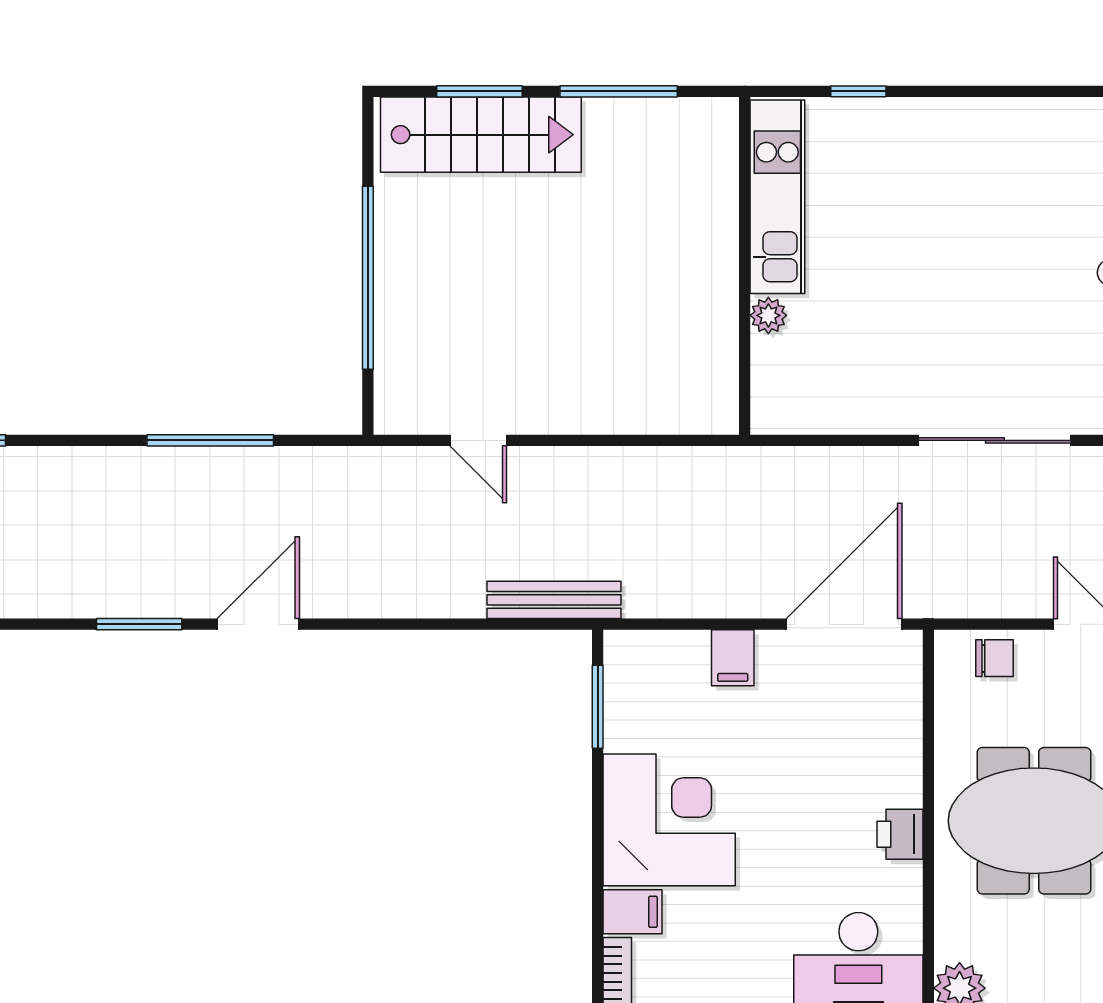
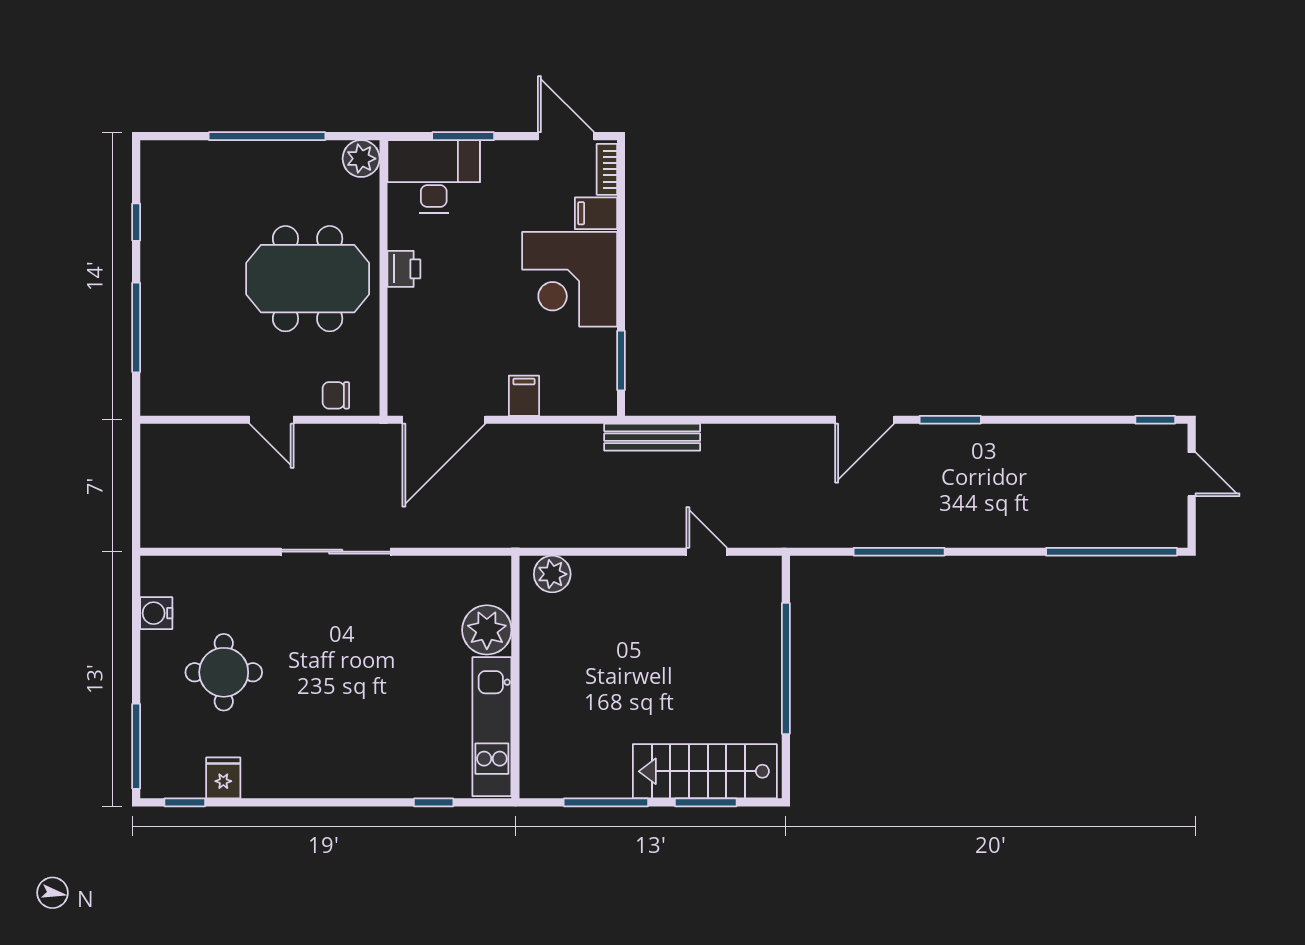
plant: (768, 315) -> (487, 630), width x1.88, depth x1.88
plant: (693, 409) -> (552, 574), added

